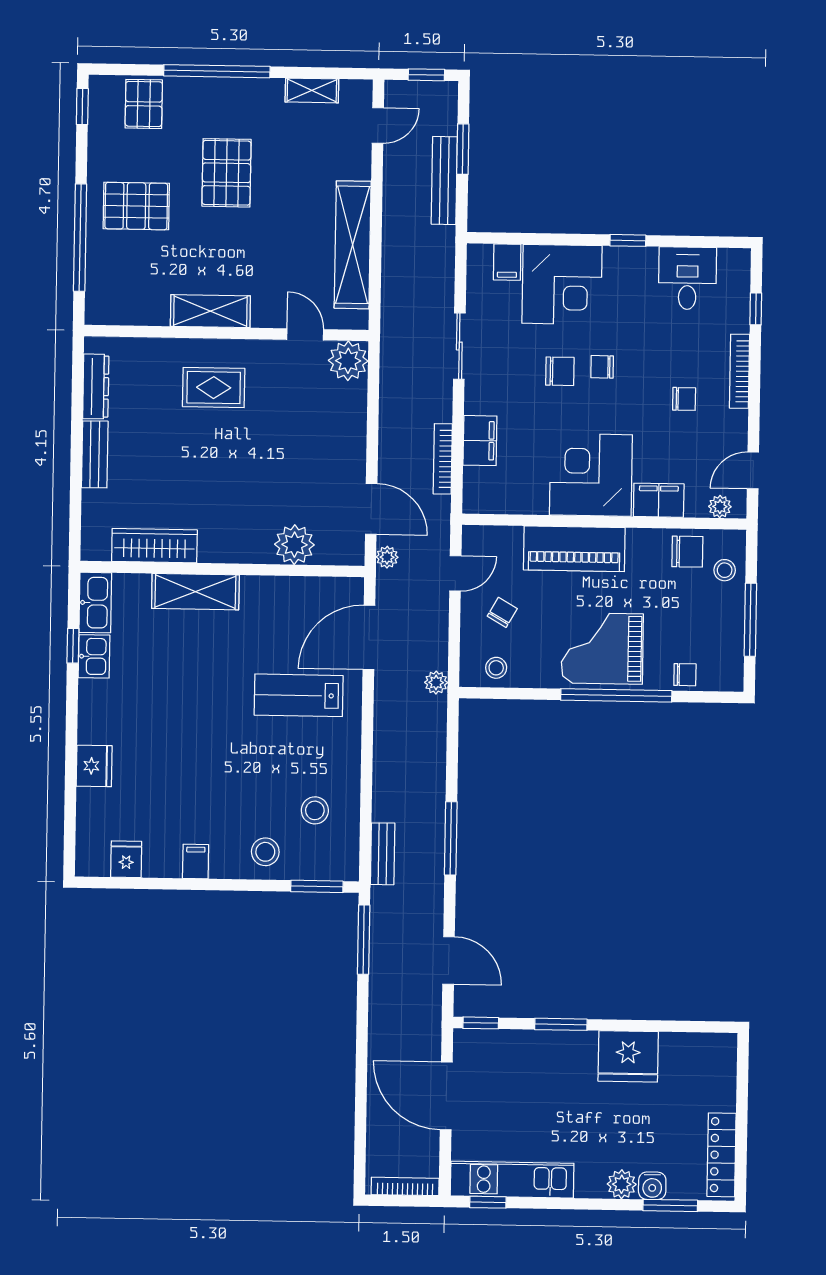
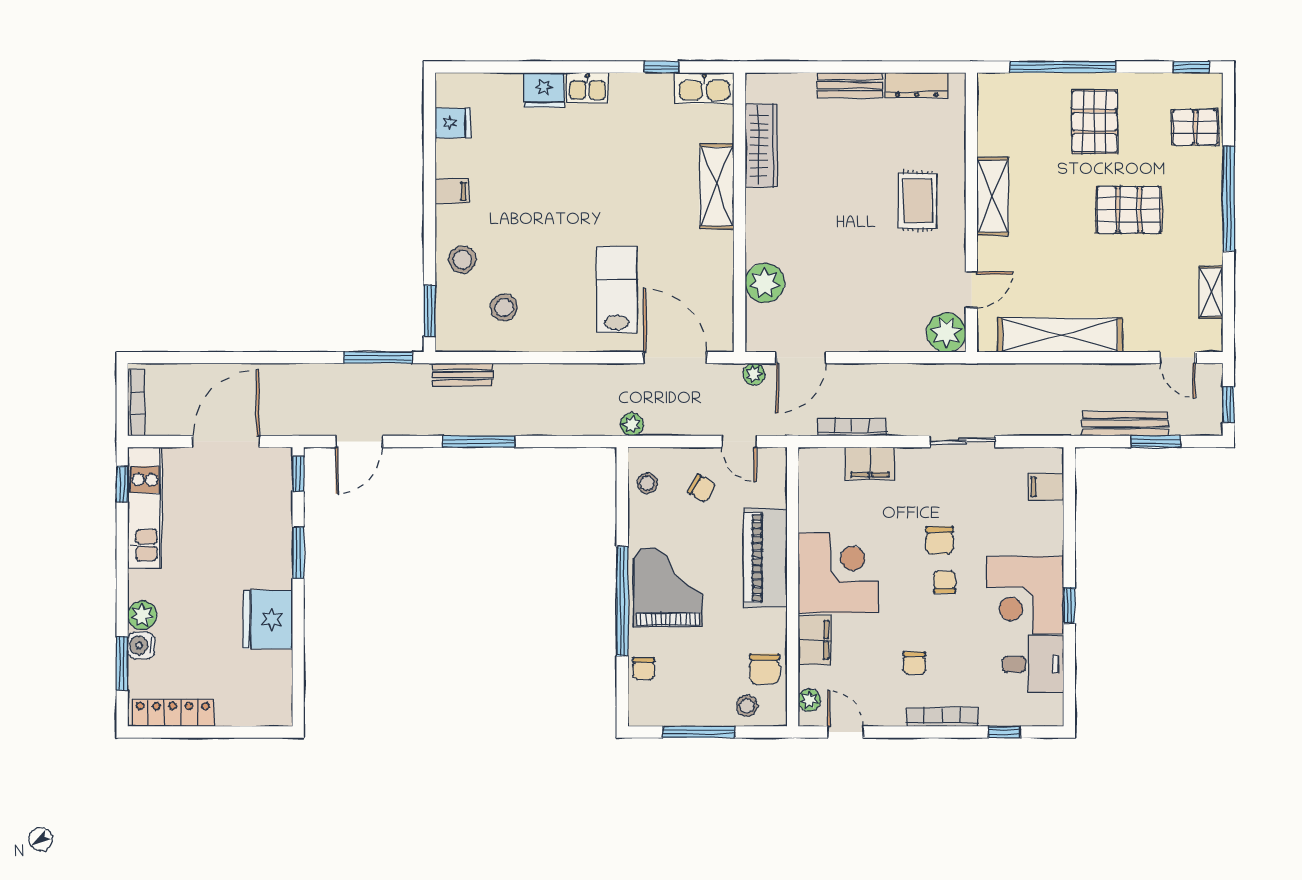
corner desk: (562, 284) -> (1025, 595), moved
kitchen sink: (94, 656) -> (587, 88), moved

